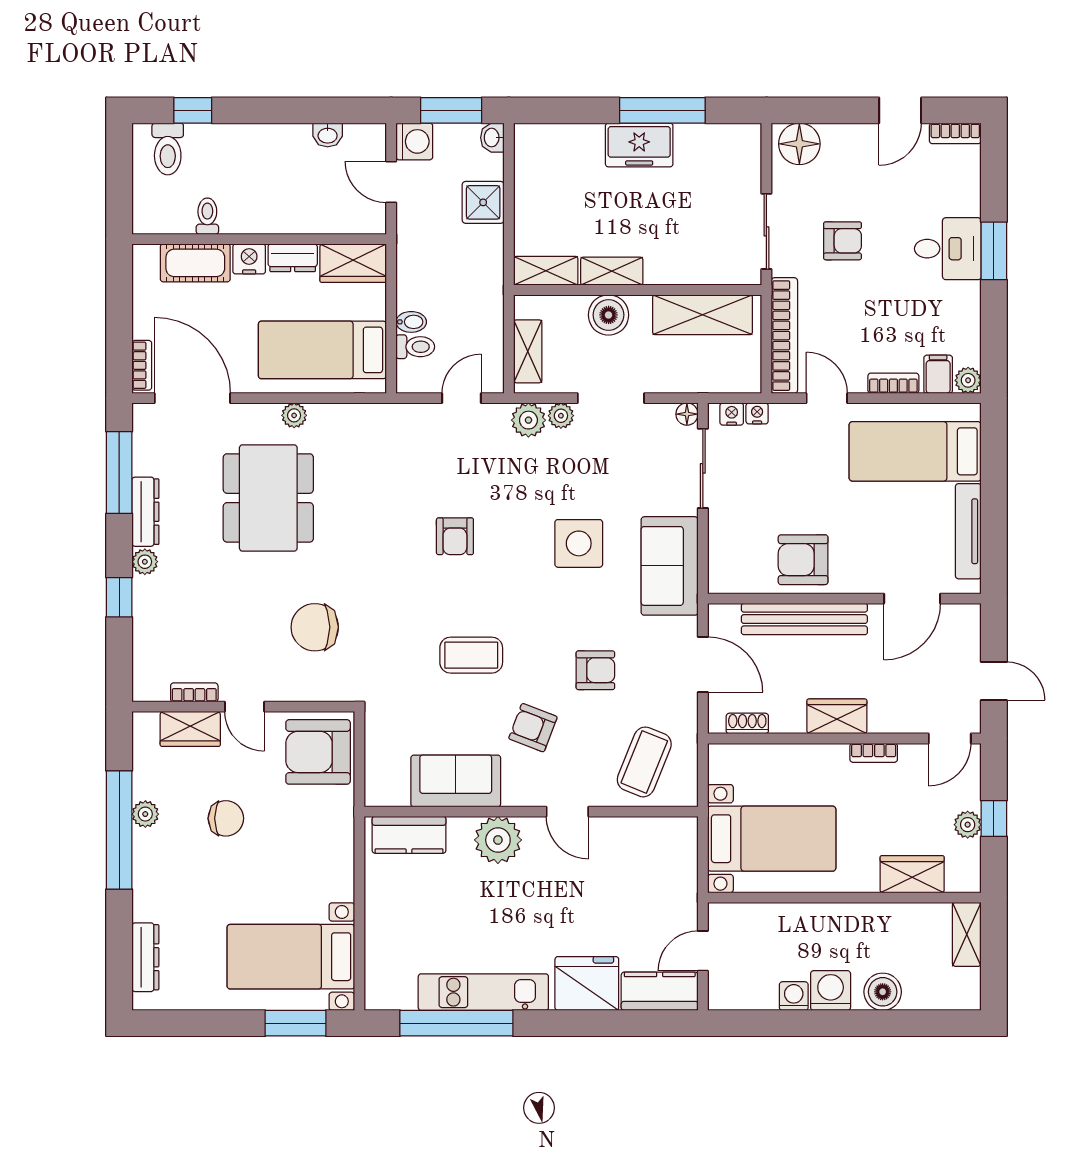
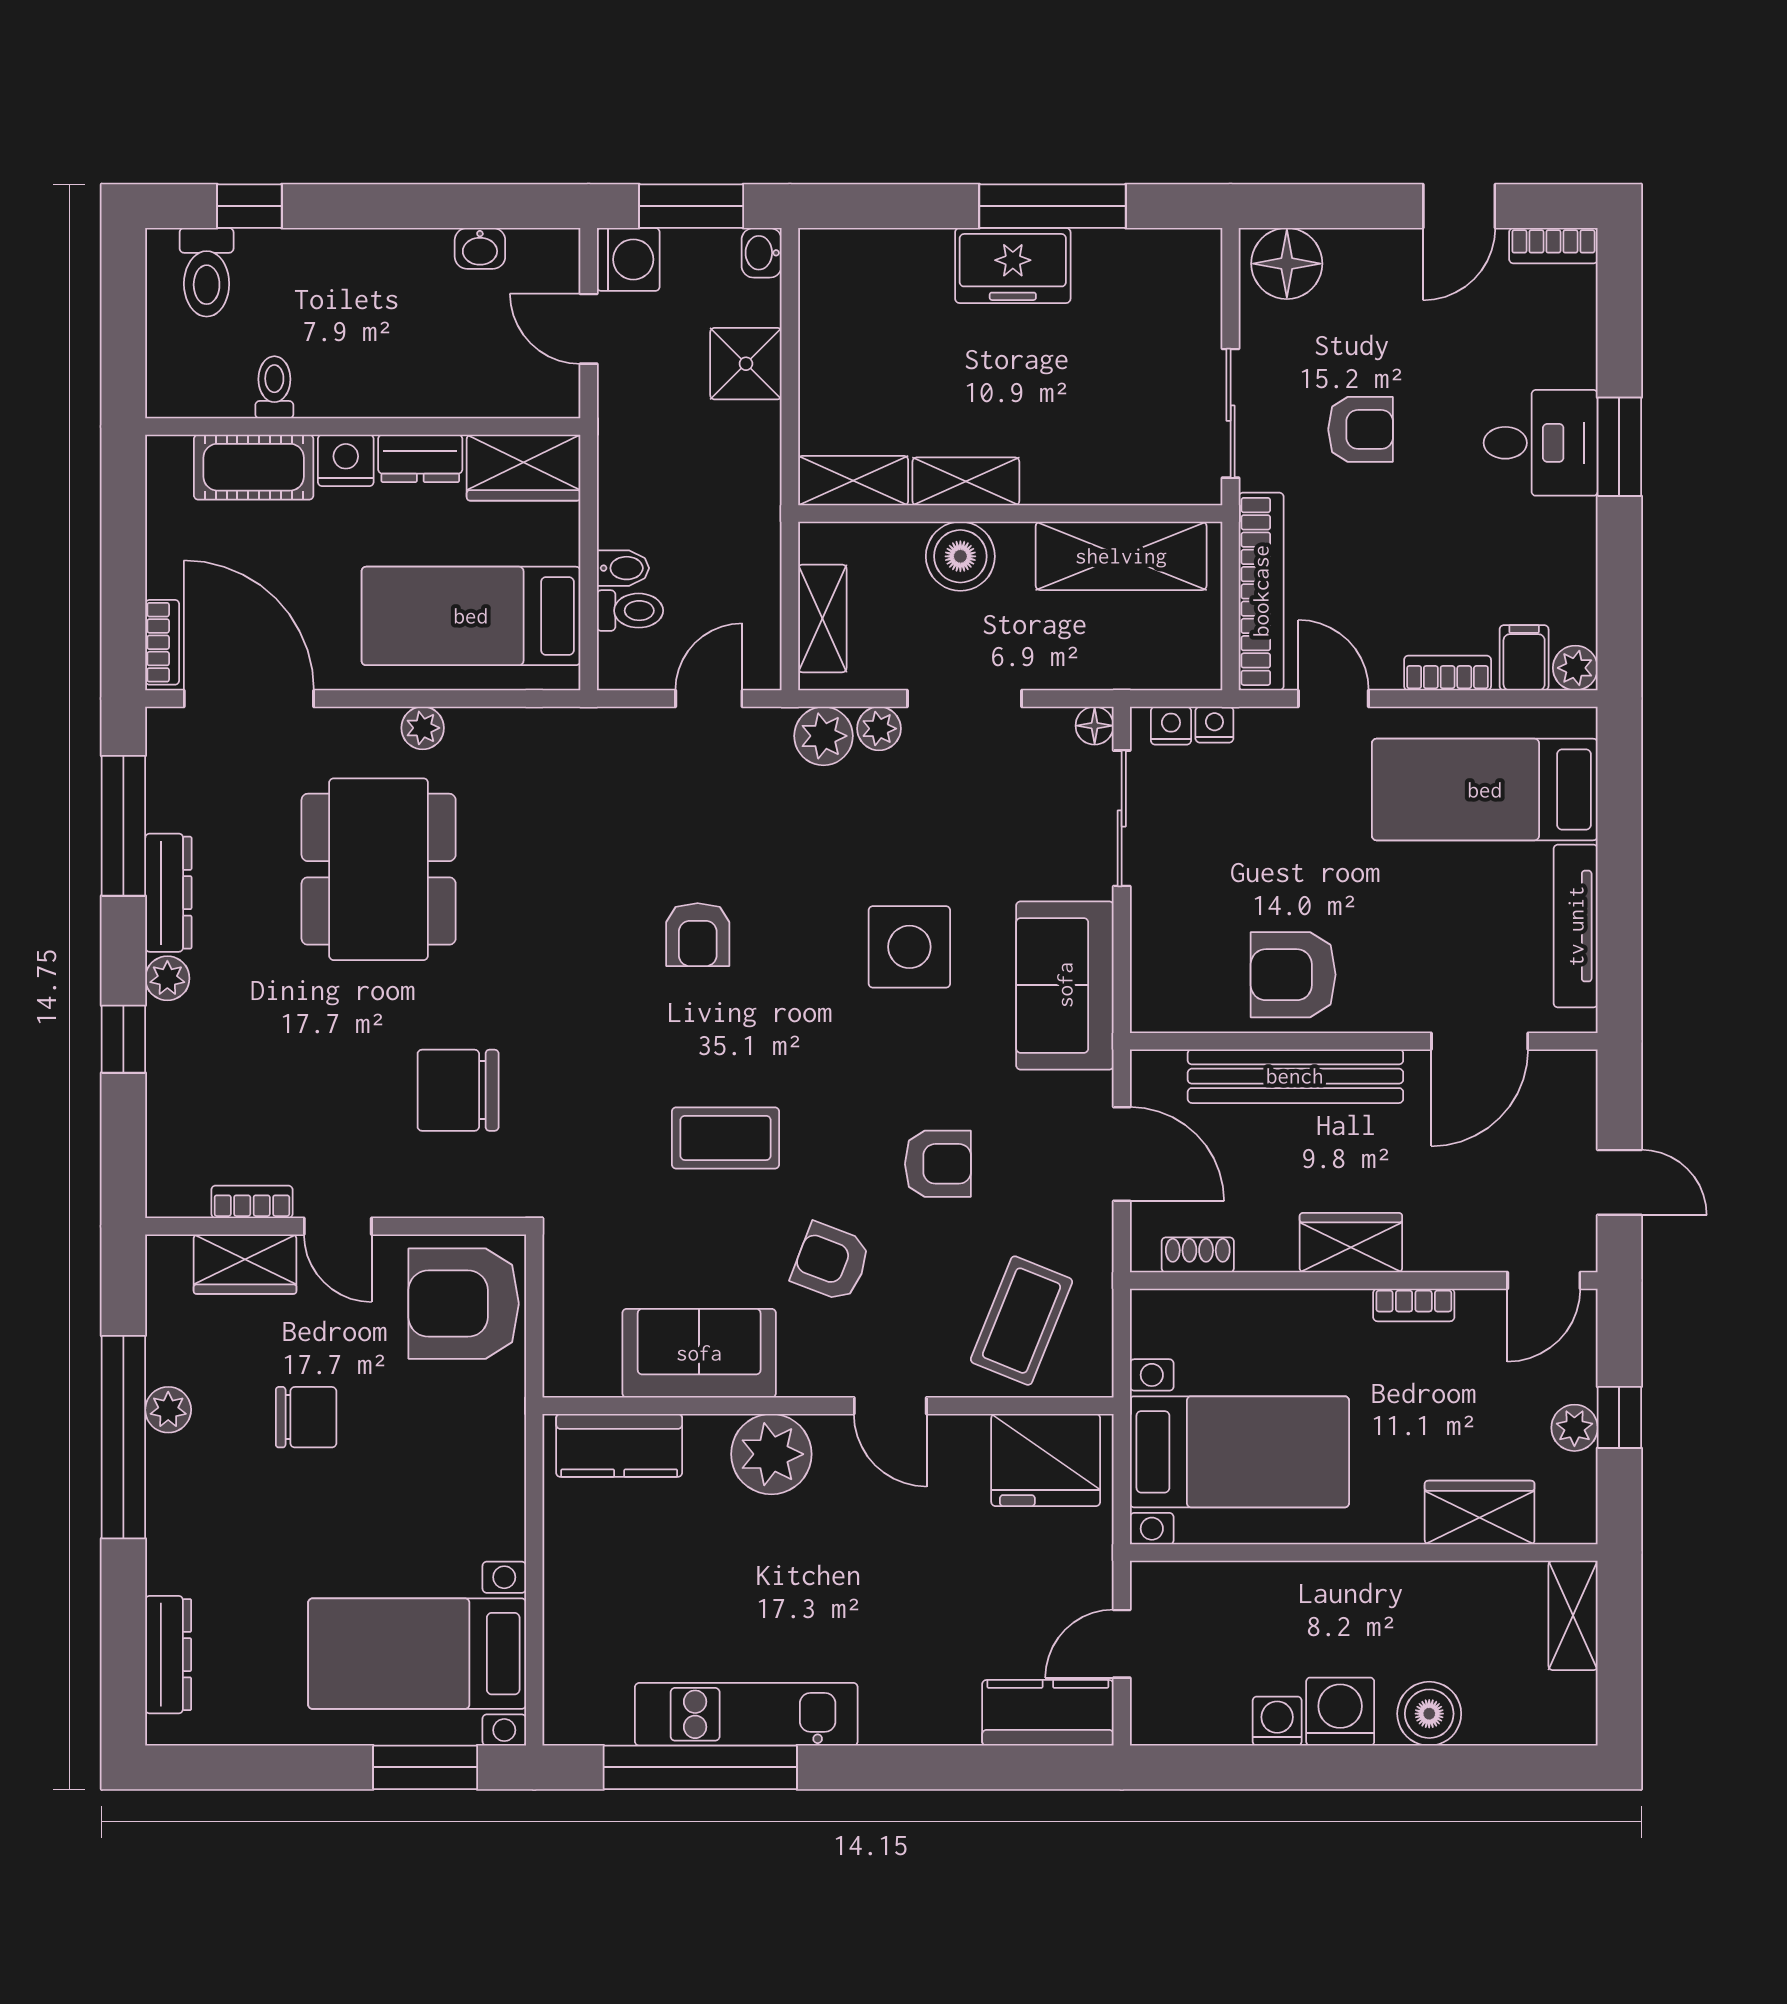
fridge: (587, 984) -> (1046, 1460), moved, turned 180

